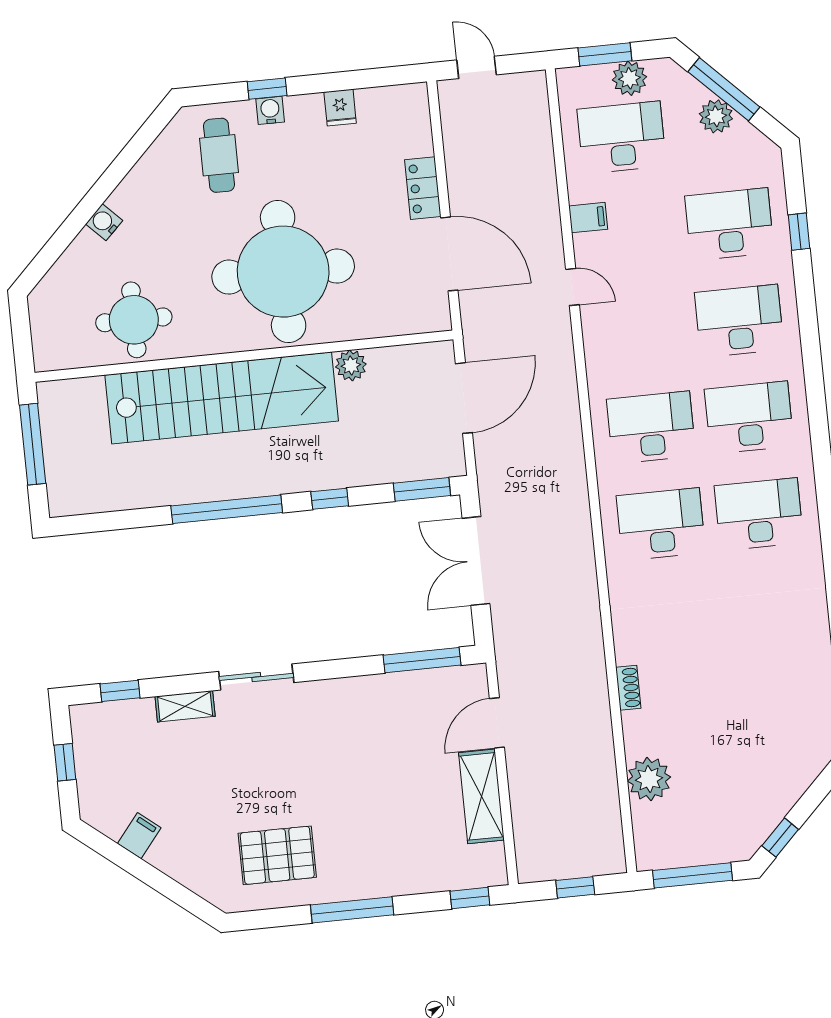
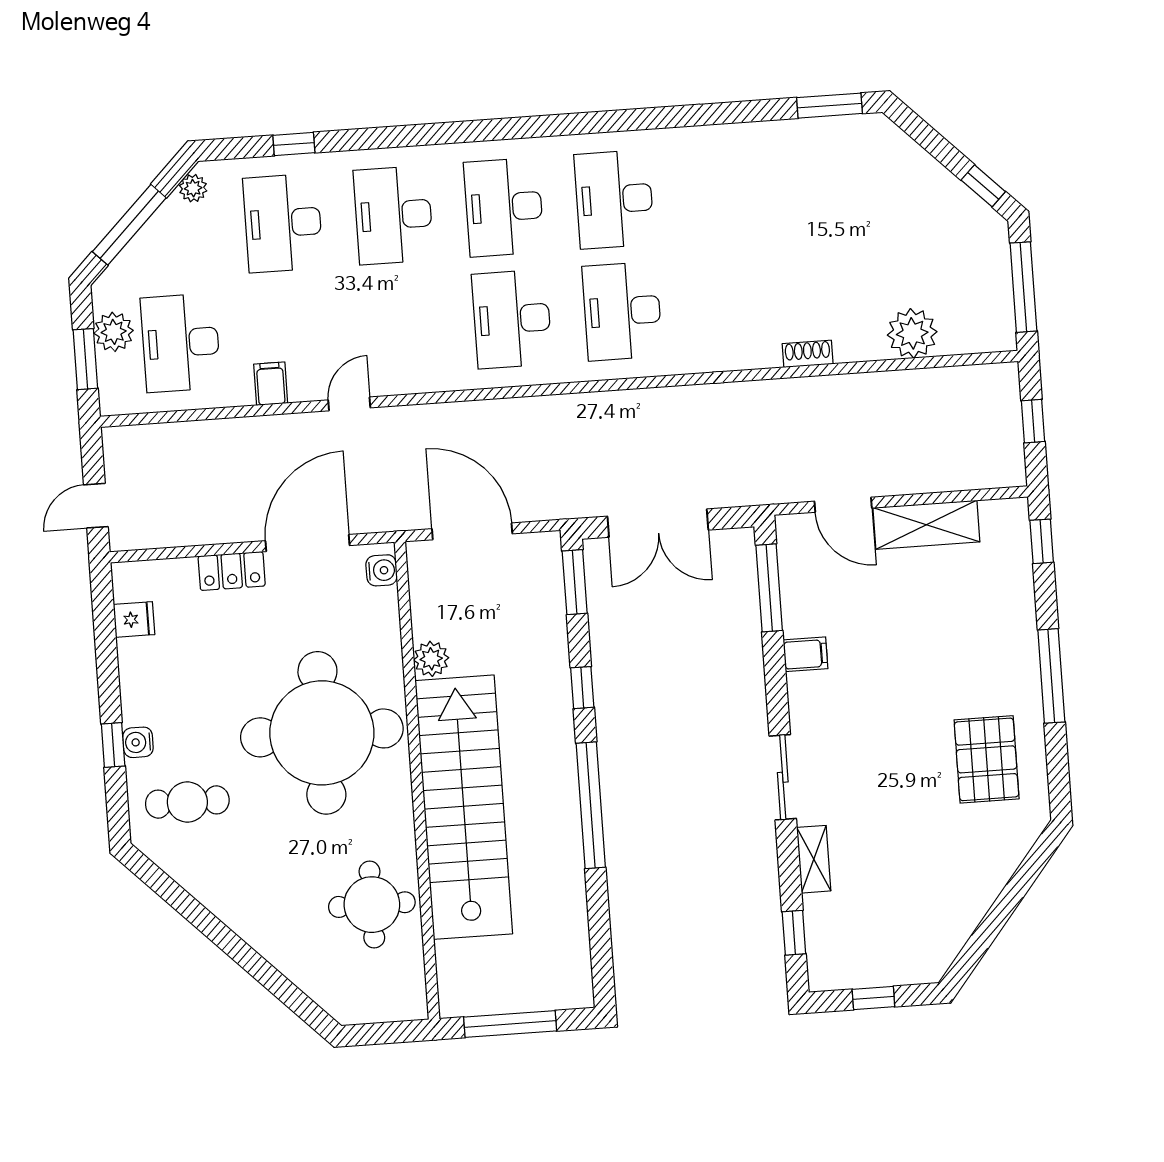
fridge: (340, 108) -> (134, 619), moved
plant: (716, 116) -> (193, 188), moved, width x0.73, depth x0.73
water cooler: (104, 222) -> (382, 570), moved, turned -135
filing cabinet: (139, 836) -> (806, 654), moved, turned 141

